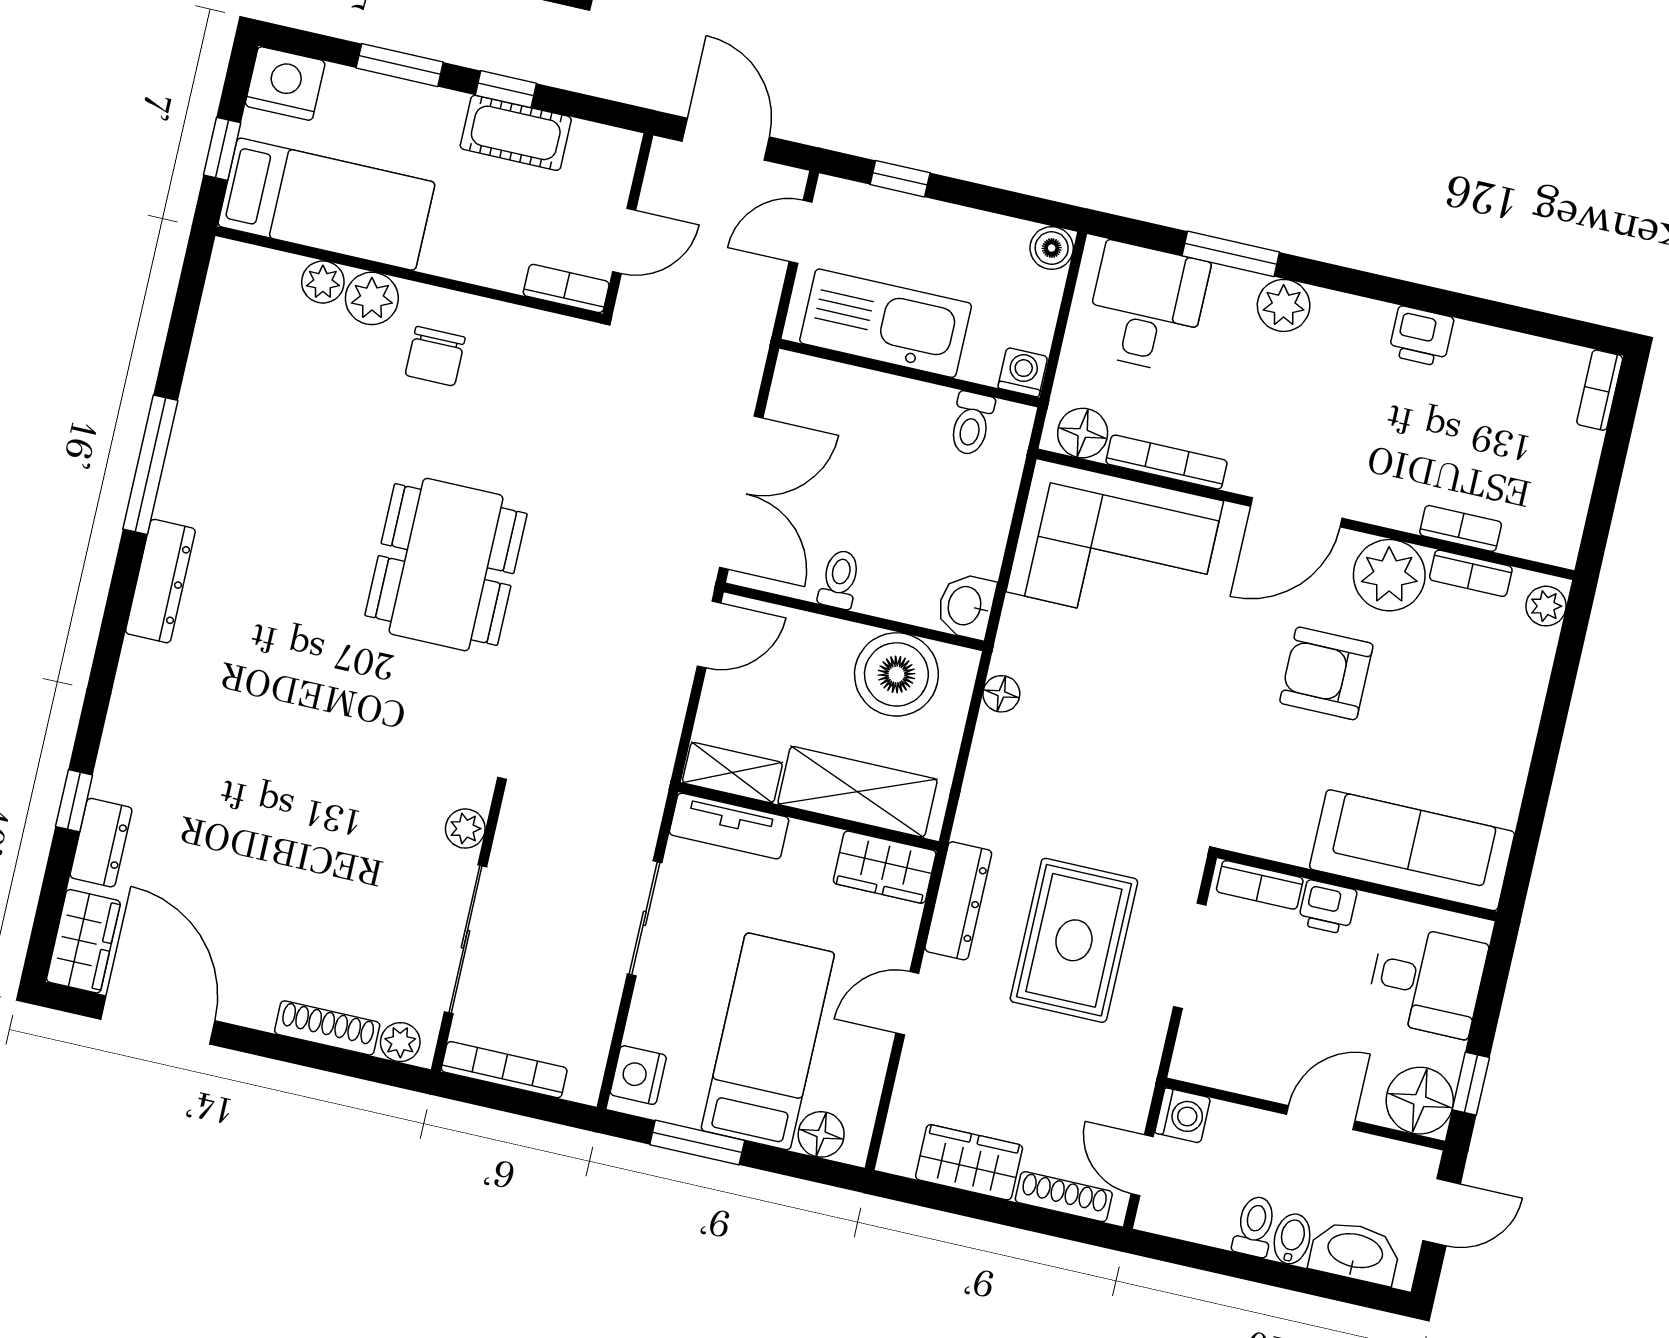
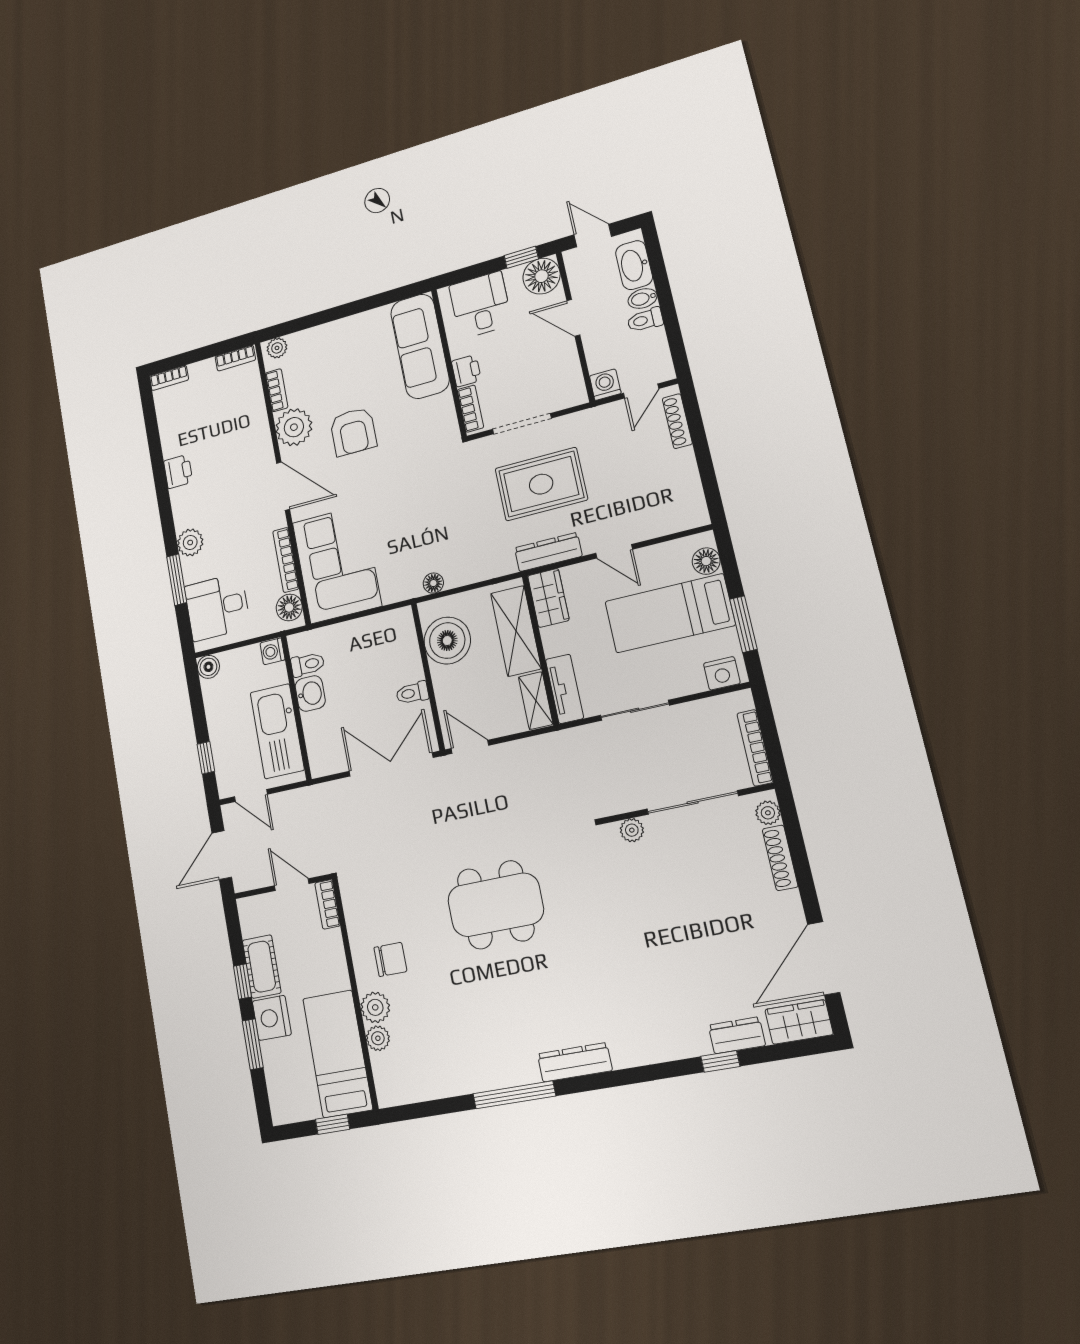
nightstand: (285, 84) -> (272, 1018), moved
bookcase: (1461, 528) -> (235, 358), moved, turned -90
washbasin: (966, 606) -> (310, 694), moved, turned -90
wardrobe: (969, 1162) -> (683, 478), removed

